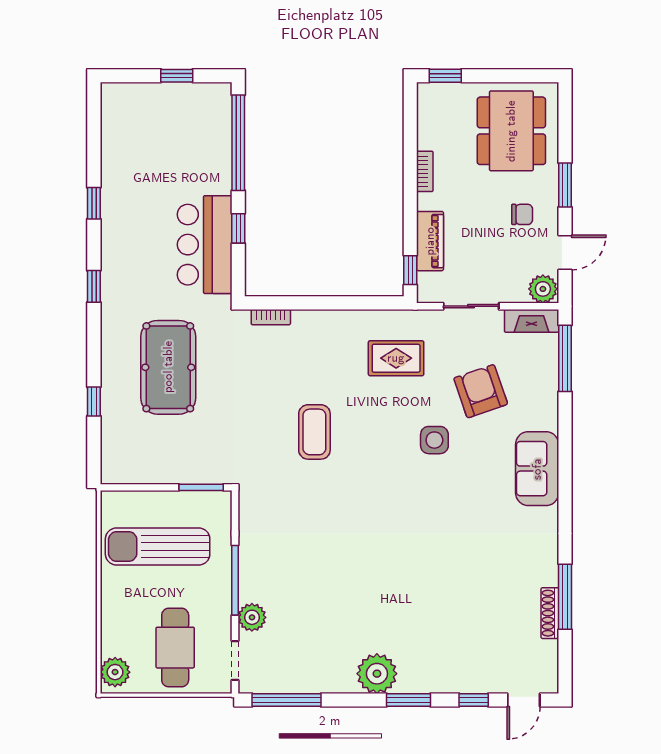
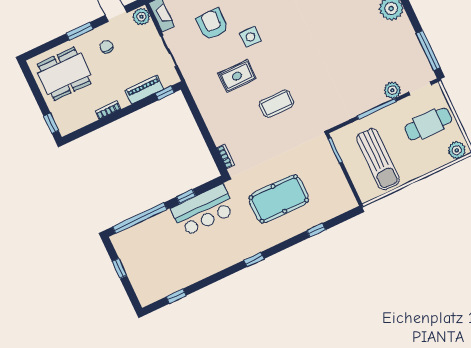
window: (94, 203) -> (176, 296), moved
rug: (396, 358) -> (237, 76), moved, turned 90
armchair: (481, 391) -> (212, 24), turned 109

